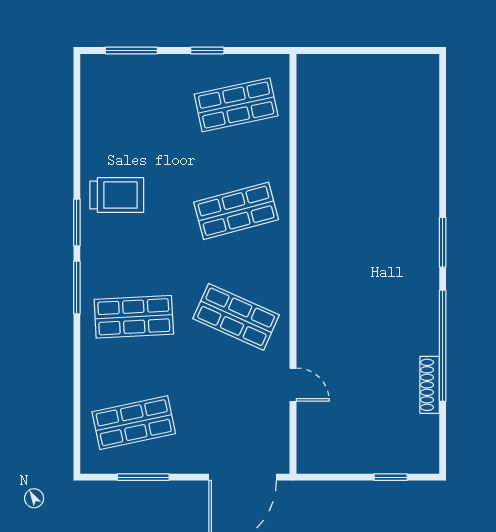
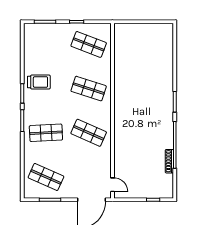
shop shelf: (236, 105) -> (89, 44), turned 33
shop shelf: (236, 211) -> (89, 89), turned 33
door: (293, 385) -> (112, 185), moved
shop shelf: (134, 423) -> (46, 177), turned 36

